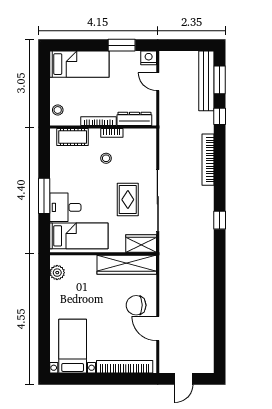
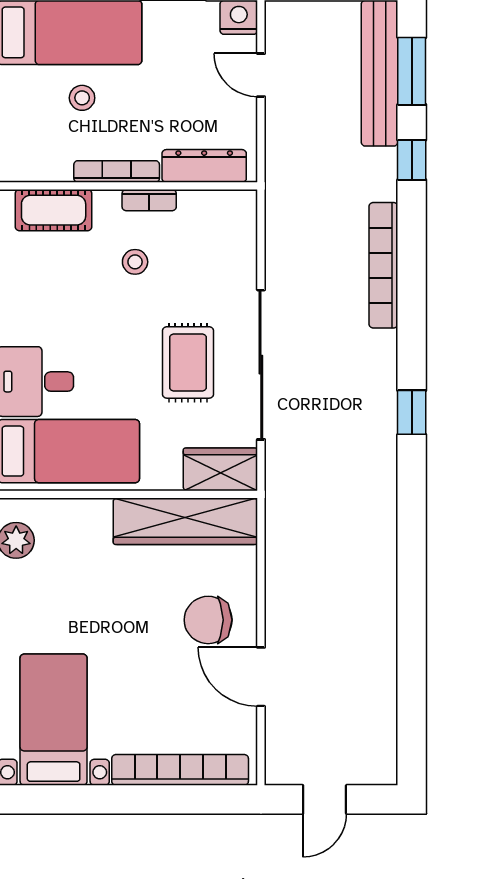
stool: (58, 110) -> (82, 98), moved

